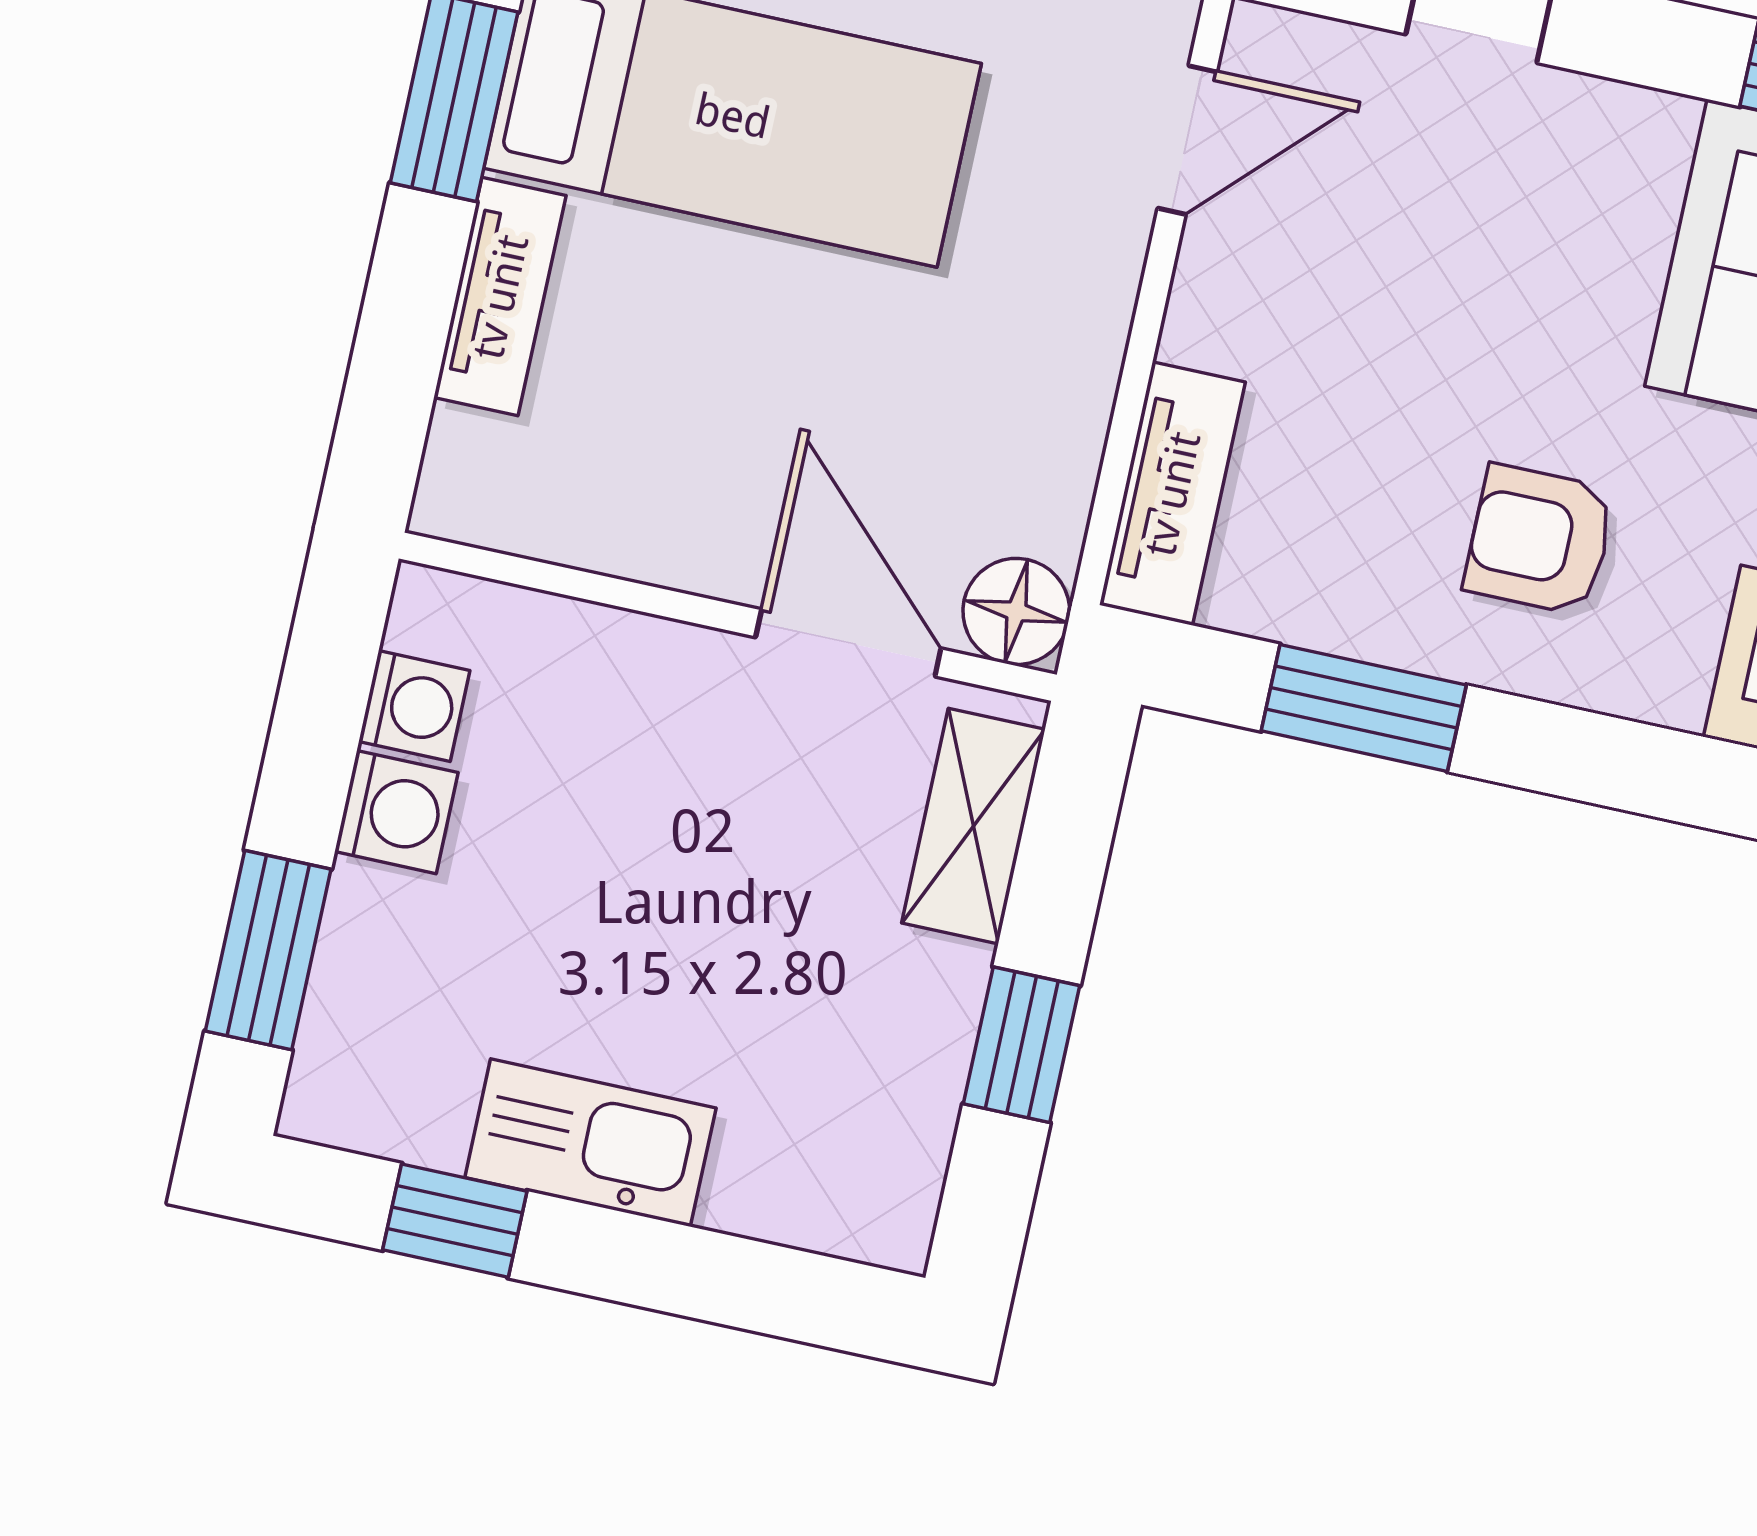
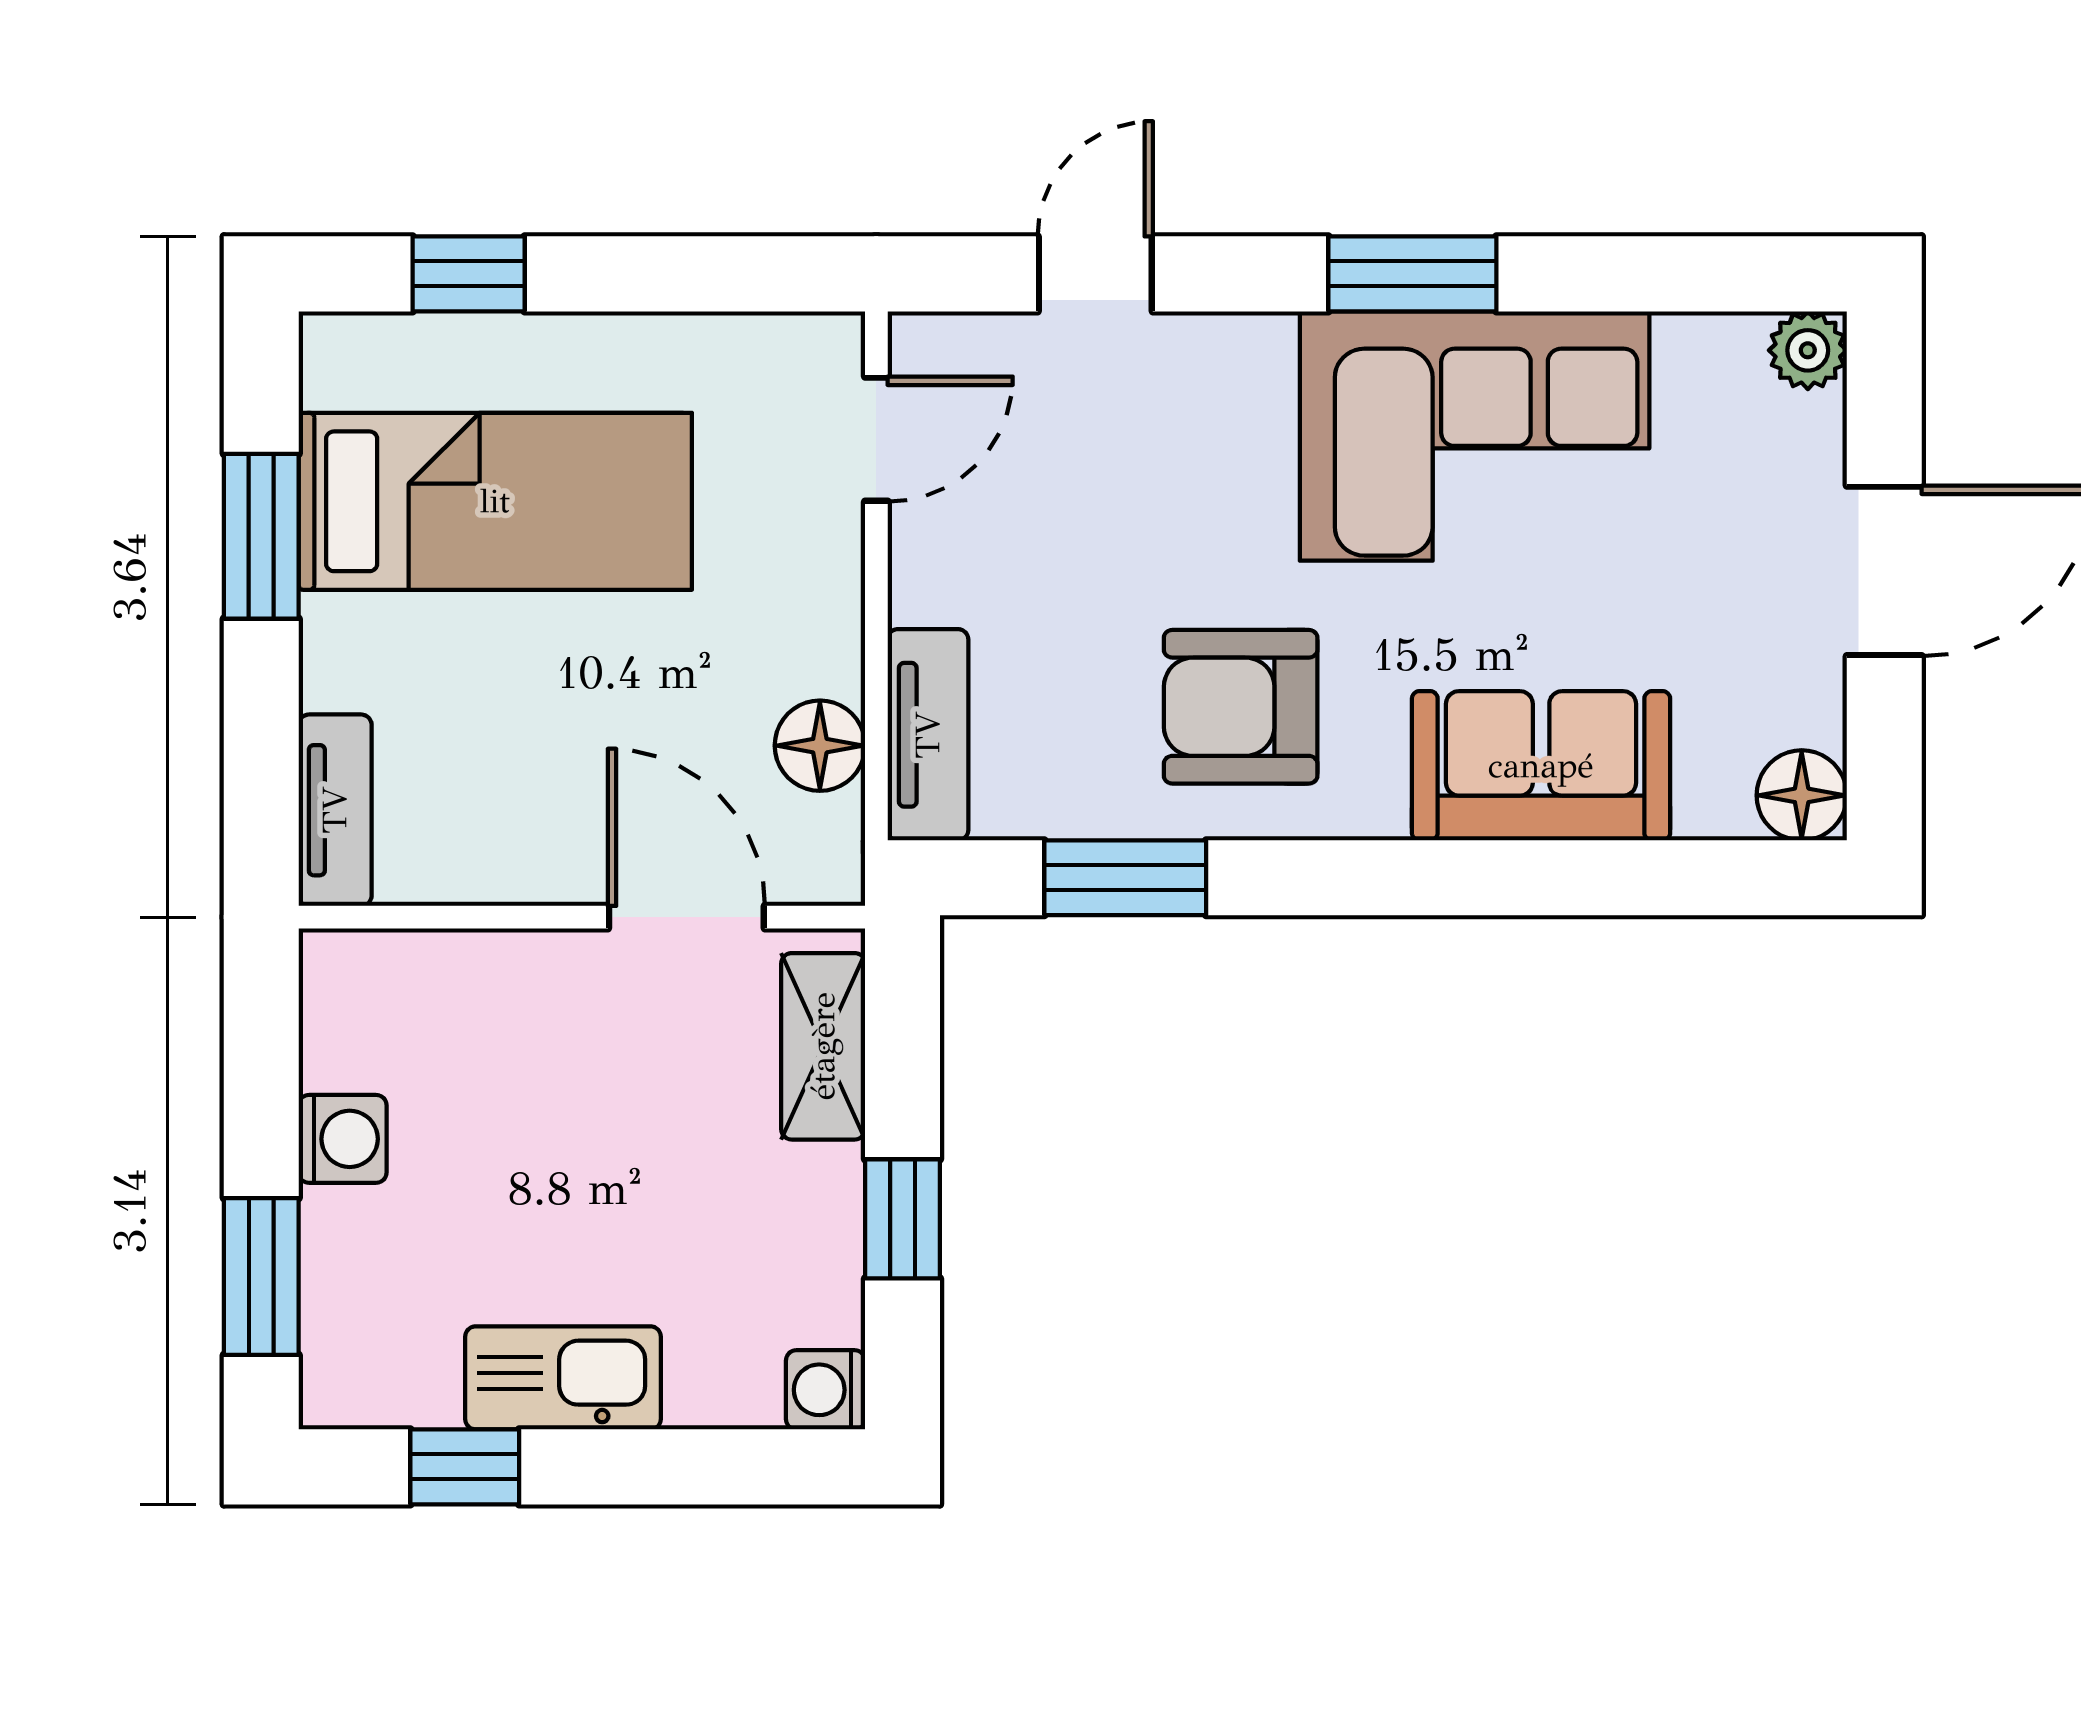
tv unit: (500, 297) -> (335, 810), moved
armchair: (1540, 540) -> (1241, 707), width x1.38, depth x1.38
floor lamp: (1016, 611) -> (820, 746), moved
washing machine: (414, 706) -> (826, 1390), moved, turned 180

